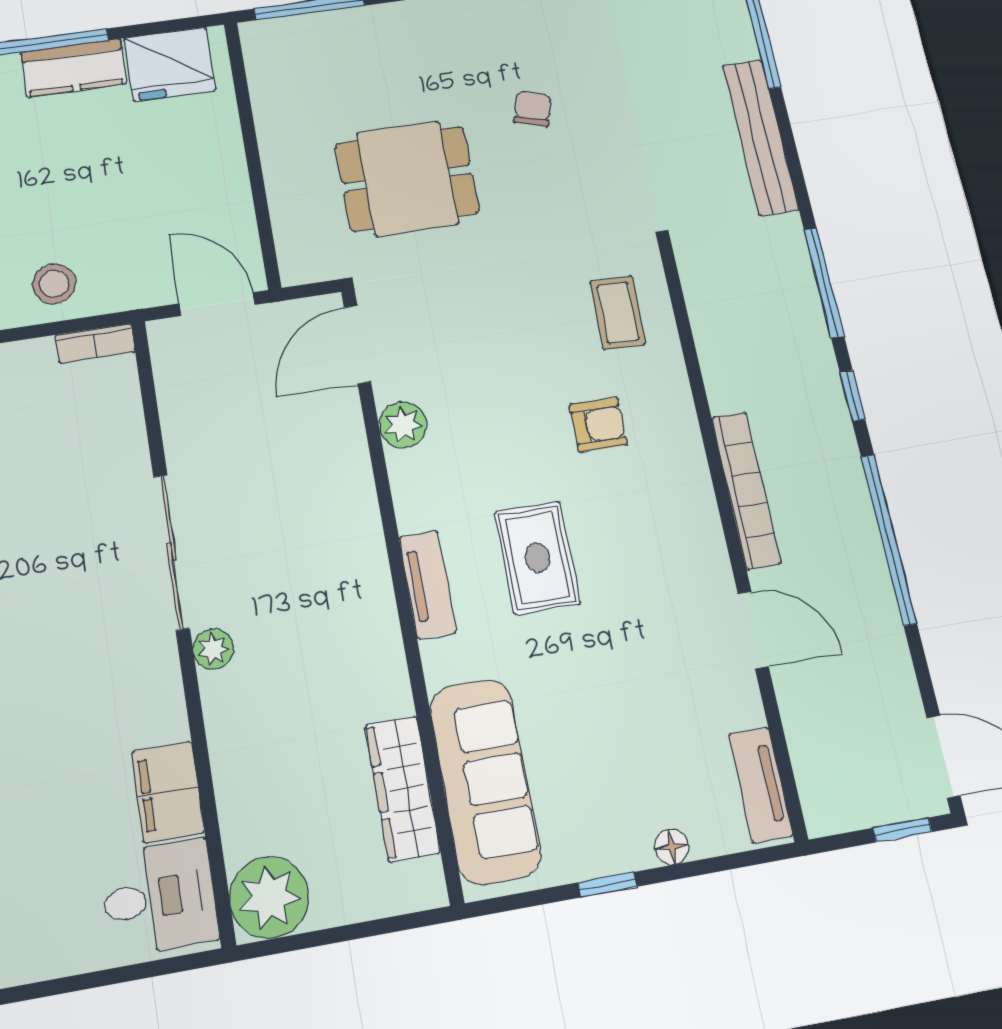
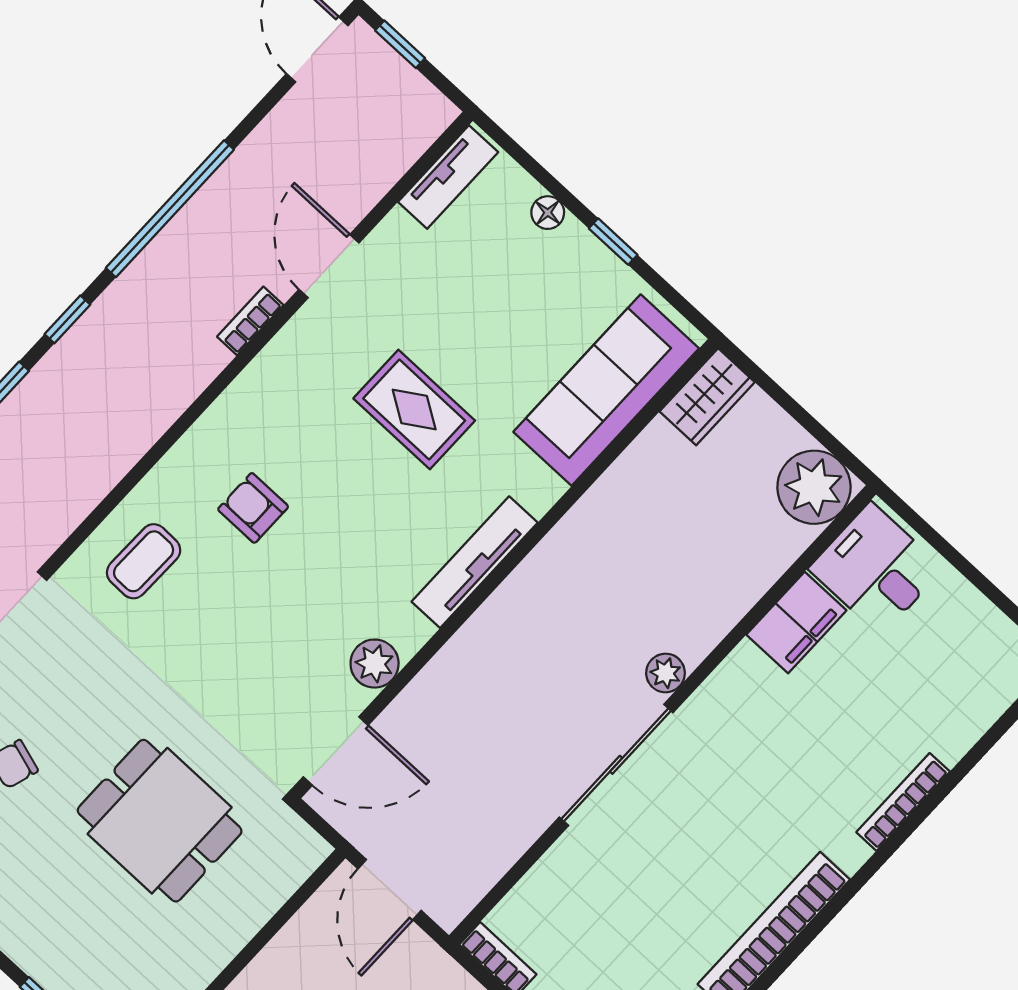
bookcase: (746, 490) -> (250, 321), width x0.43, depth x0.76
rug: (537, 558) -> (414, 409), moved, turned 90
tv unit: (428, 585) -> (475, 562), width x1.41
wardrobe: (403, 789) -> (707, 397), moved, width x0.67

